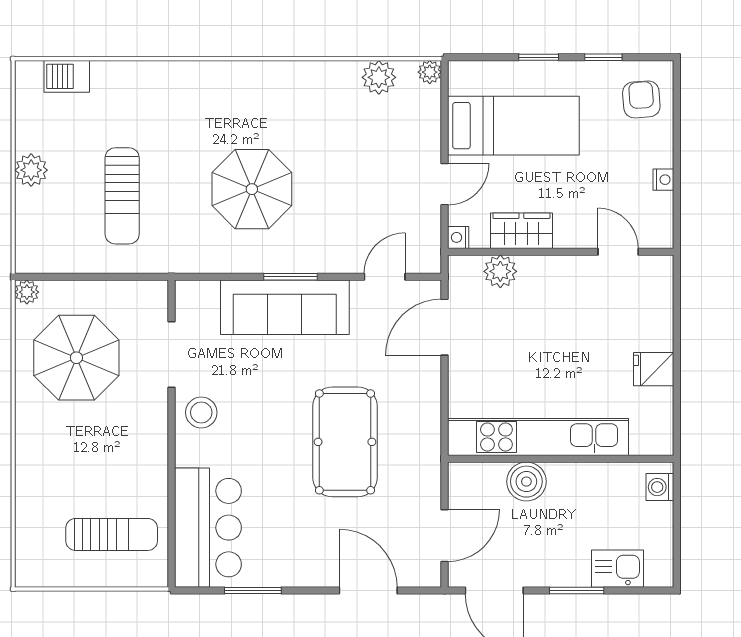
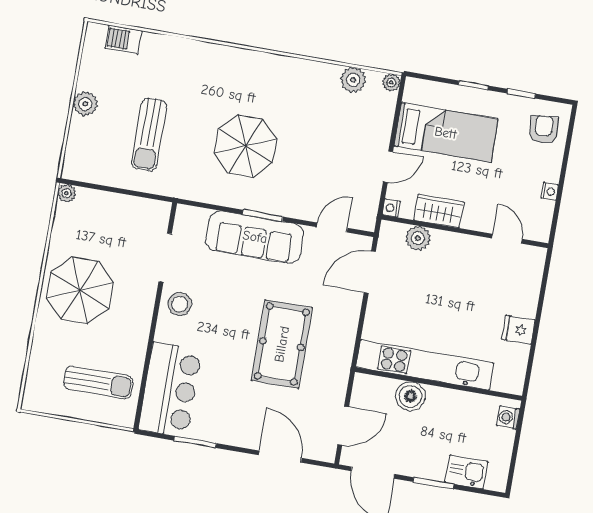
parasol: (76, 358) -> (80, 290), moved

